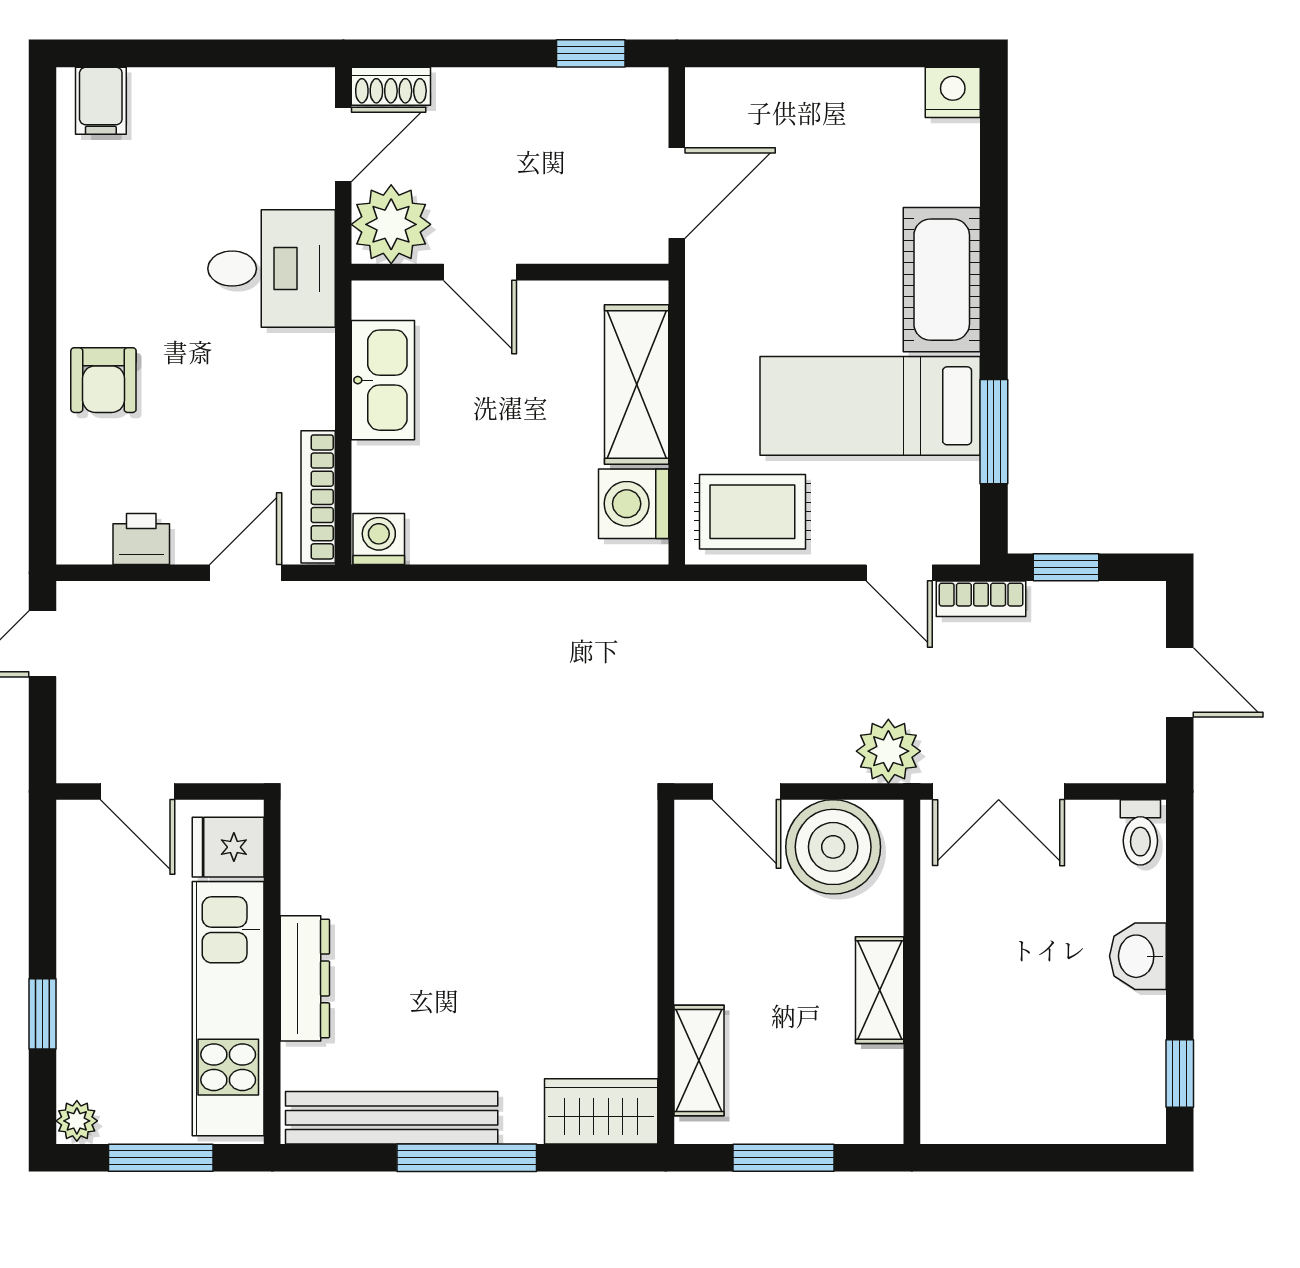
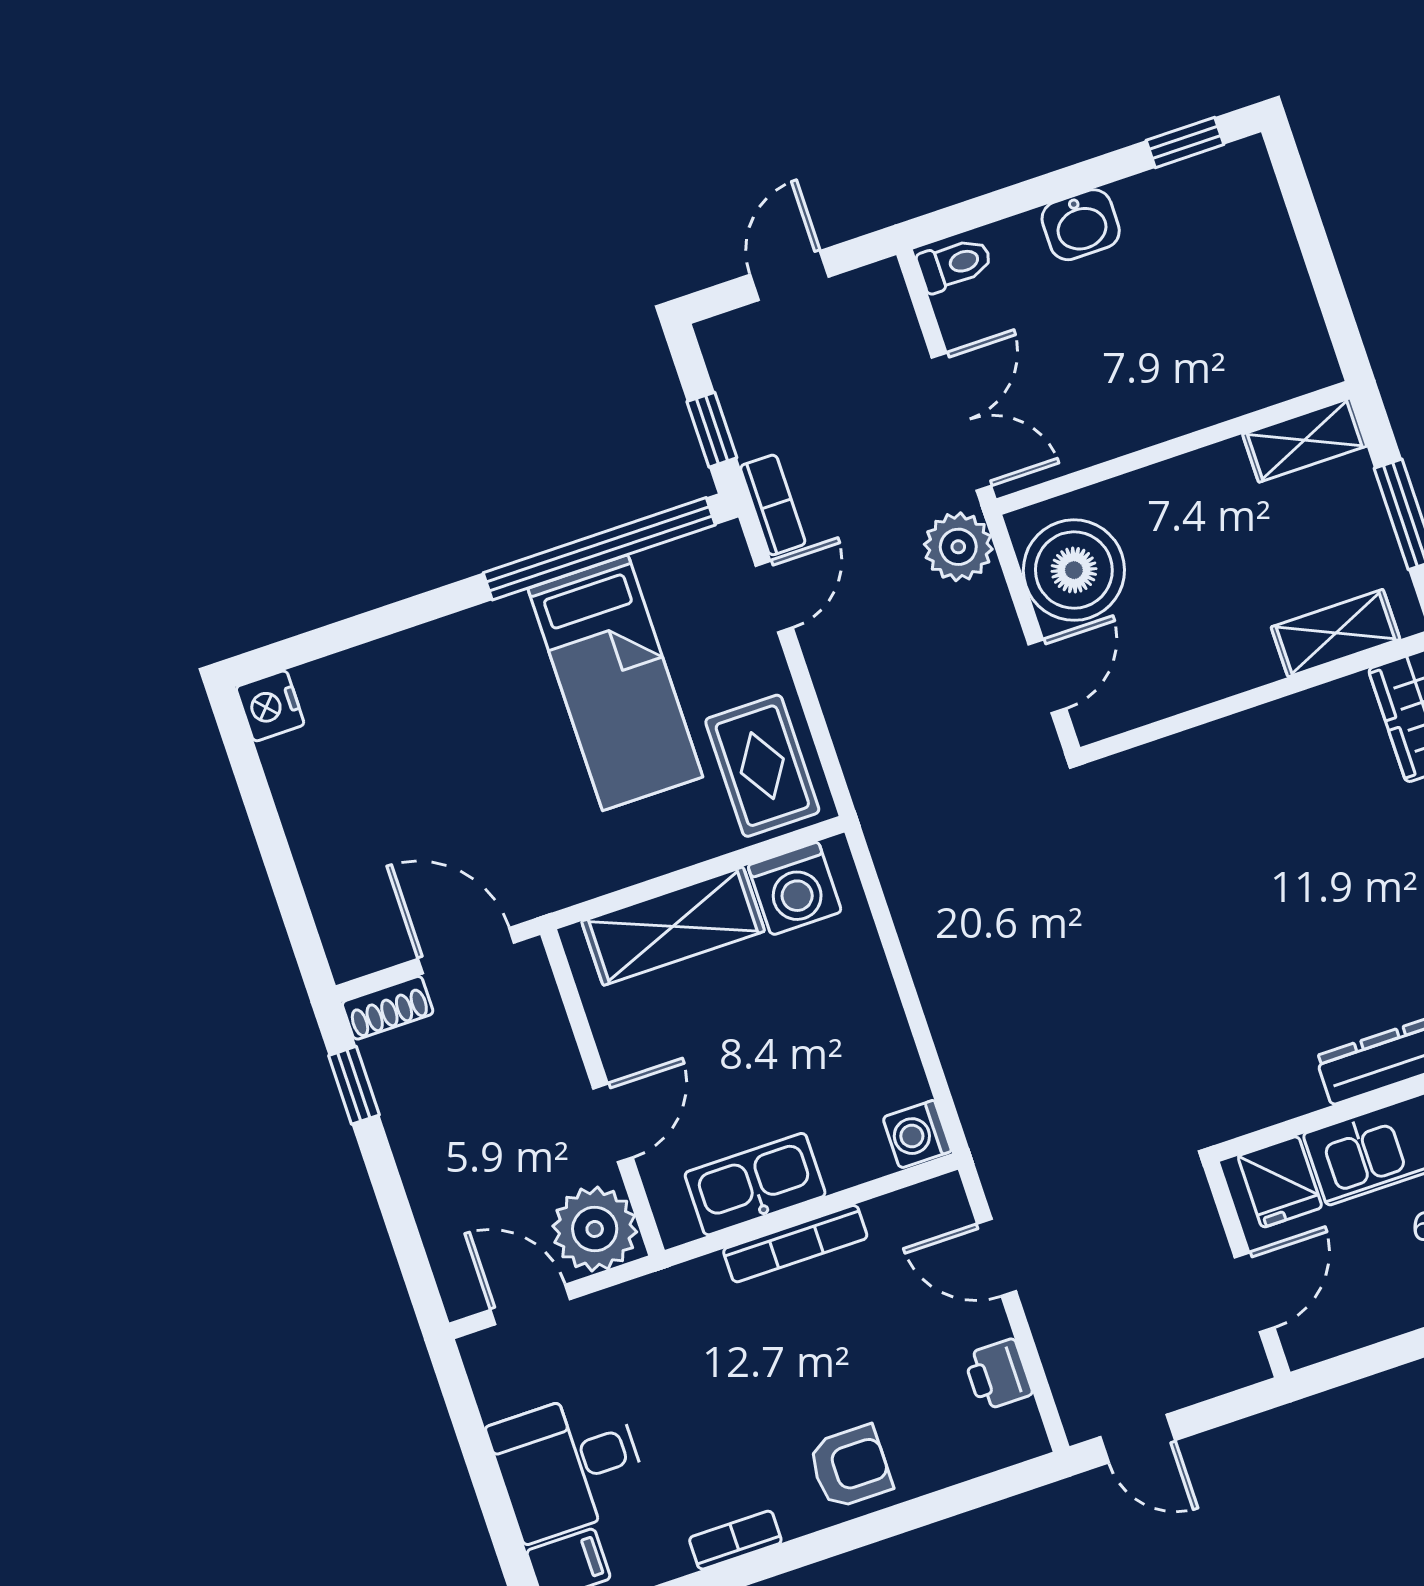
shoe rack: (391, 86) -> (388, 1008), moved, turned 90
bookcase: (73, 256) -> (735, 1540), added
desk: (272, 269) -> (569, 1465), moved, turned -90
cot: (942, 280) -> (463, 653), removed
window: (994, 432) -> (599, 549), width x2.11
bookcase: (318, 497) -> (795, 1244), moved
shelving: (880, 990) -> (1305, 440), moved

